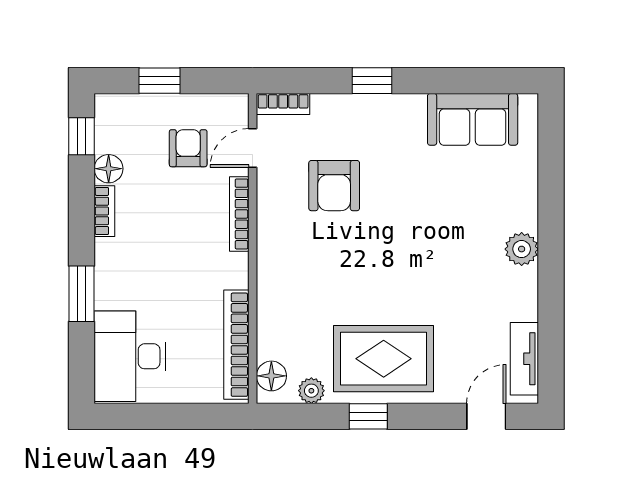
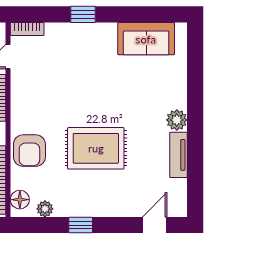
armchair: (334, 186) -> (29, 151), moved
rug: (384, 359) -> (96, 148), moved
tv unit: (524, 359) -> (179, 155), moved

